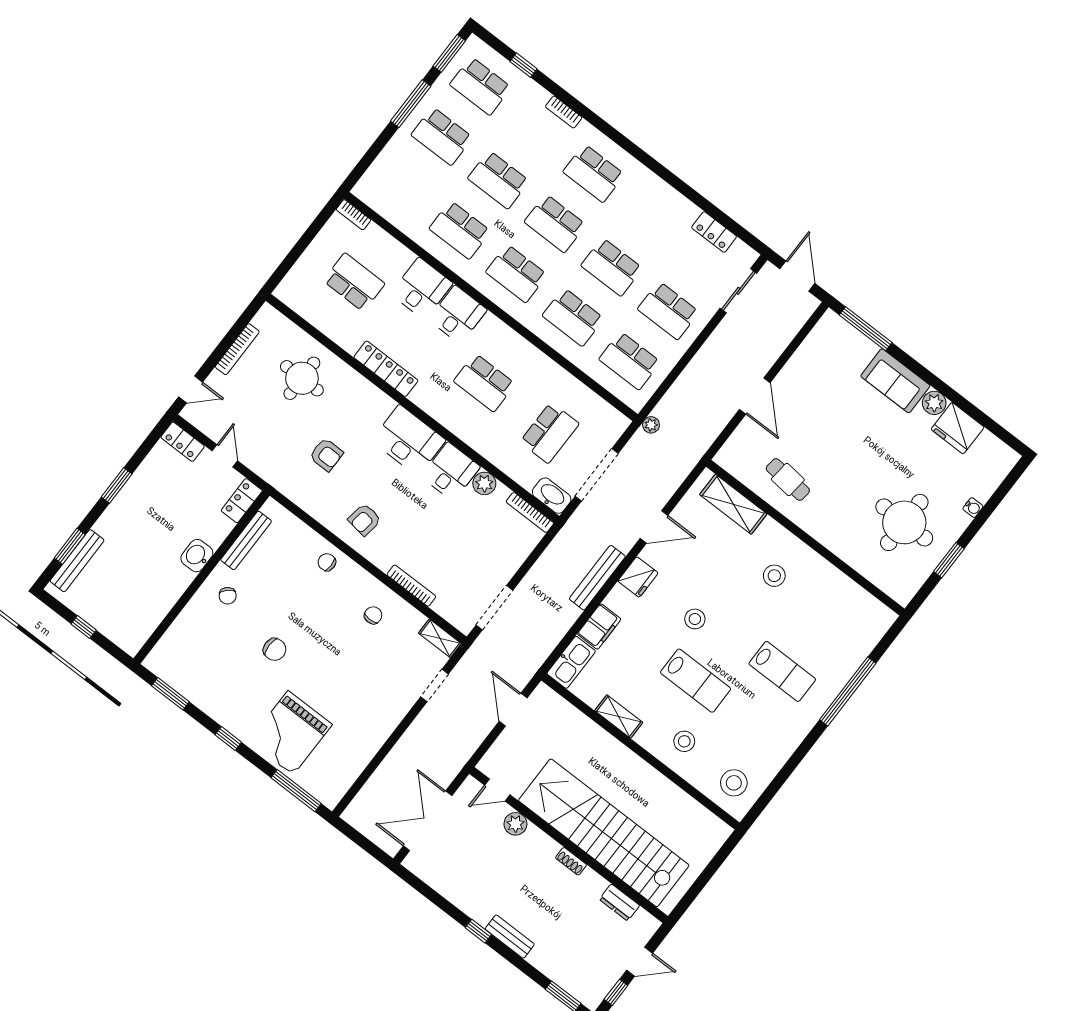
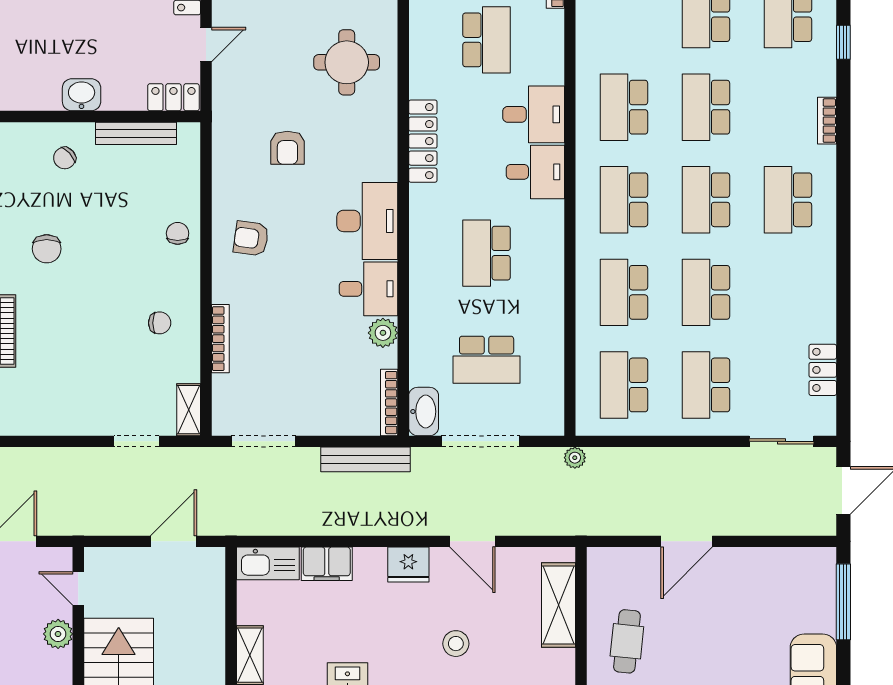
bench: (597, 578) -> (365, 459), moved
stool: (695, 619) -> (456, 644), moved

